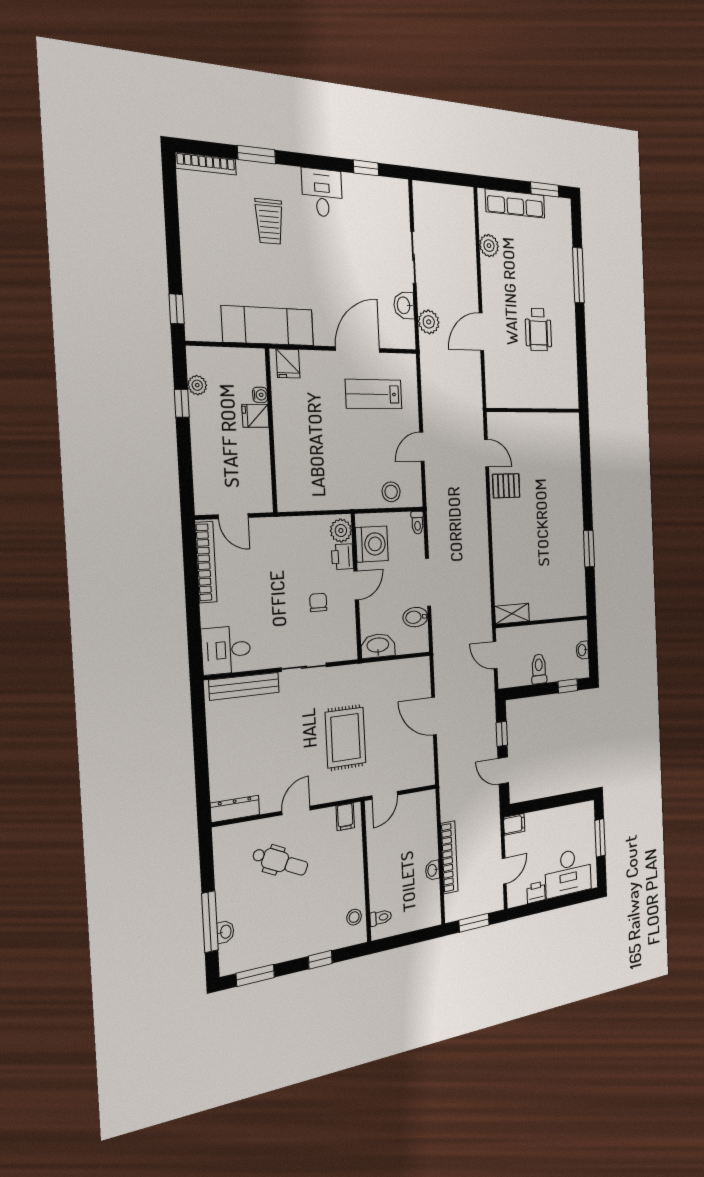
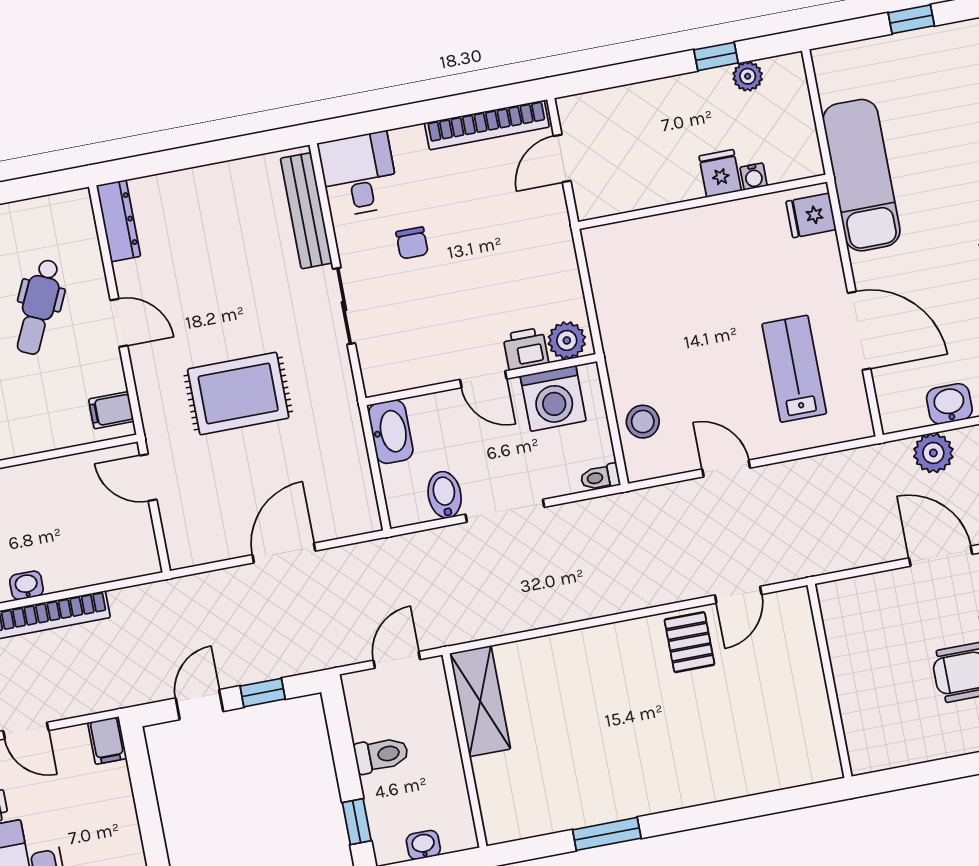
window: (177, 309) -> (911, 19), moved
chair: (318, 602) -> (412, 243), moved, turned 90
shelving: (512, 614) -> (480, 701), width x1.50, depth x1.33

